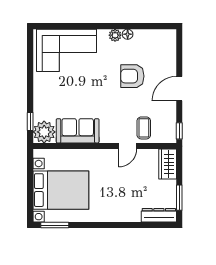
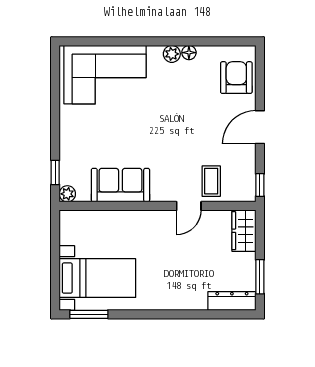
armchair: (132, 76) -> (236, 78), moved, turned 90
plant: (44, 132) -> (67, 194), width x0.53, depth x0.53
bed with nightstands: (61, 190) -> (97, 278), width x0.73

